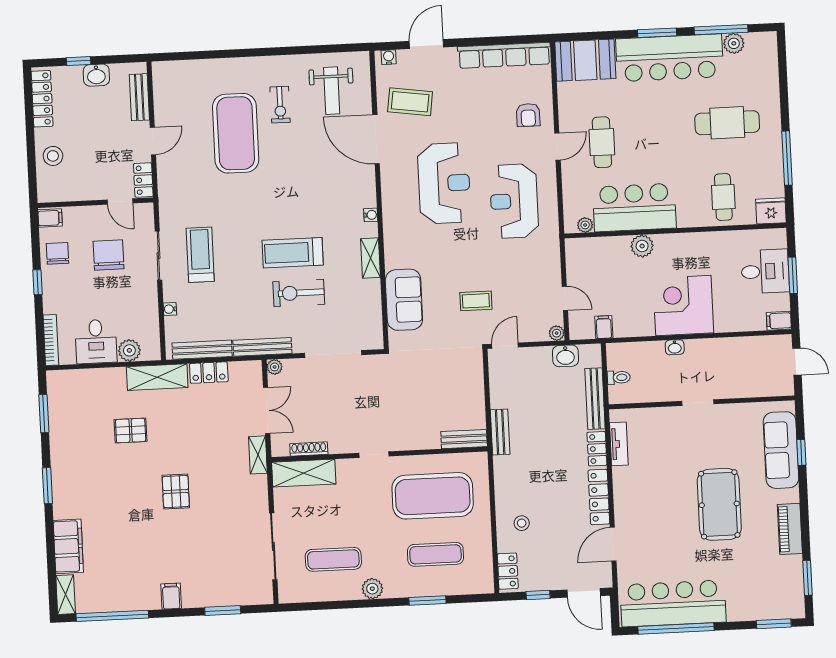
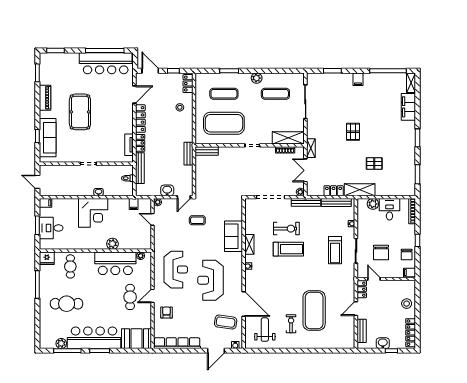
sofa: (404, 300) -> (234, 236), moved
washbasin: (566, 356) -> (167, 190), moved

